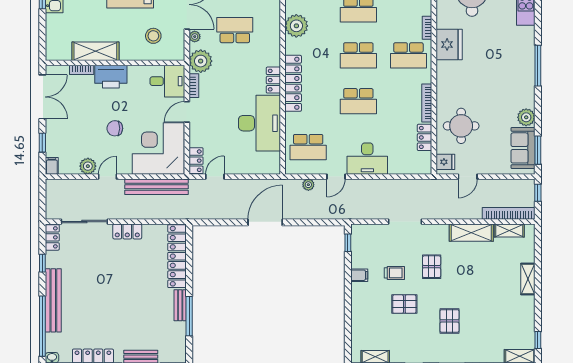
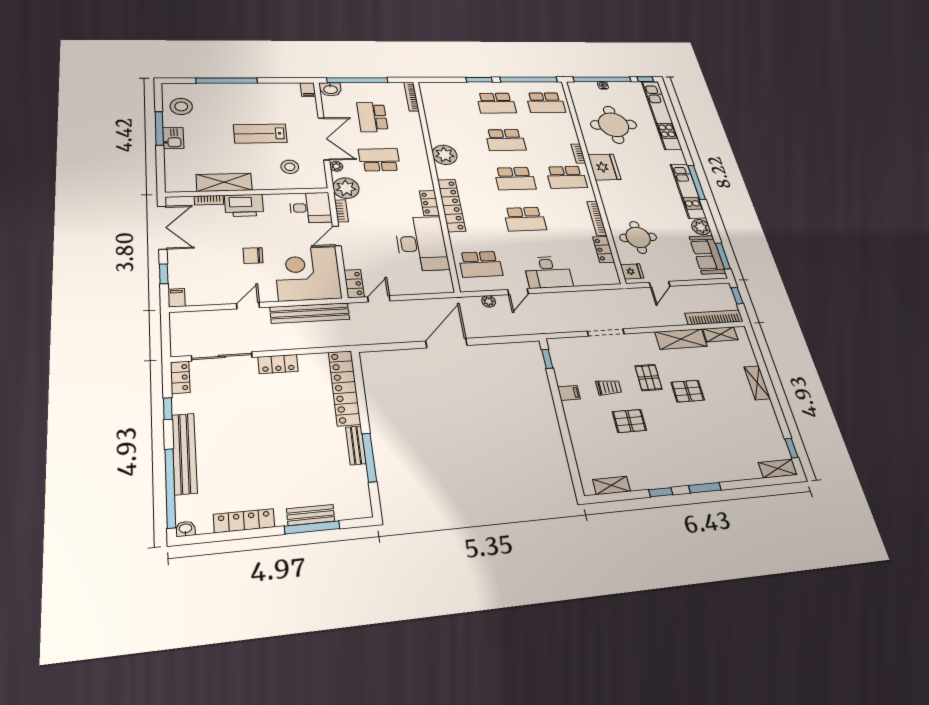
kitchen unit: (526, 75) -> (688, 191), added
plant: (88, 166) -> (222, 296), removed
pallet: (449, 321) -> (688, 391), moved, turned 90

